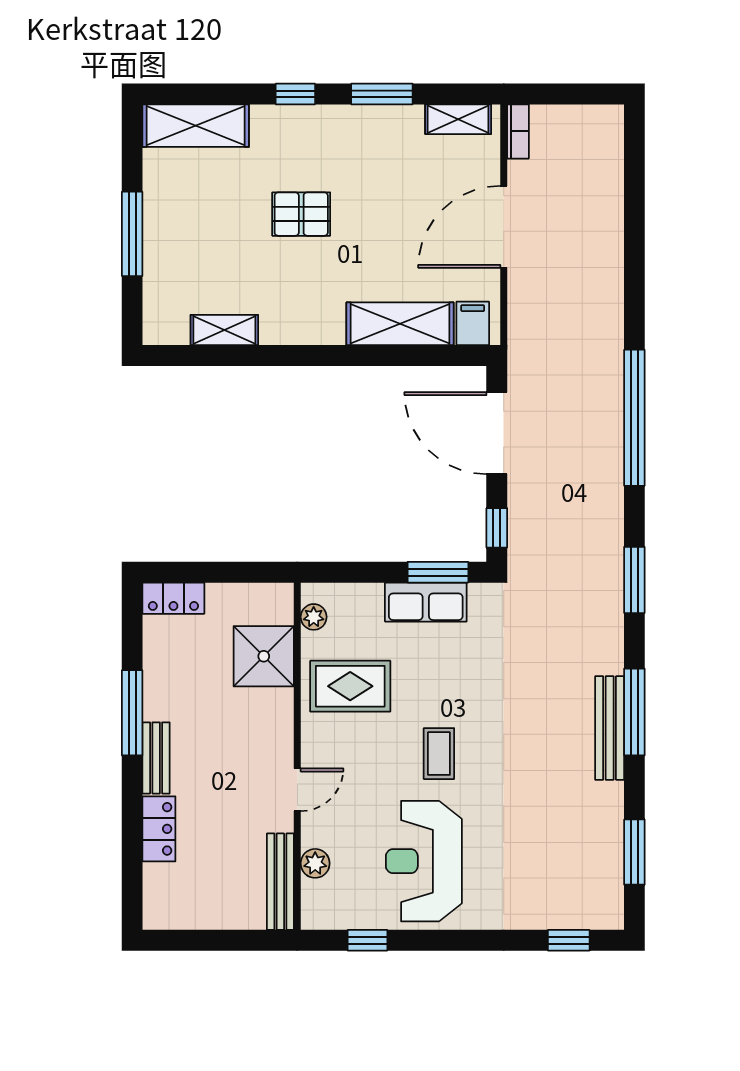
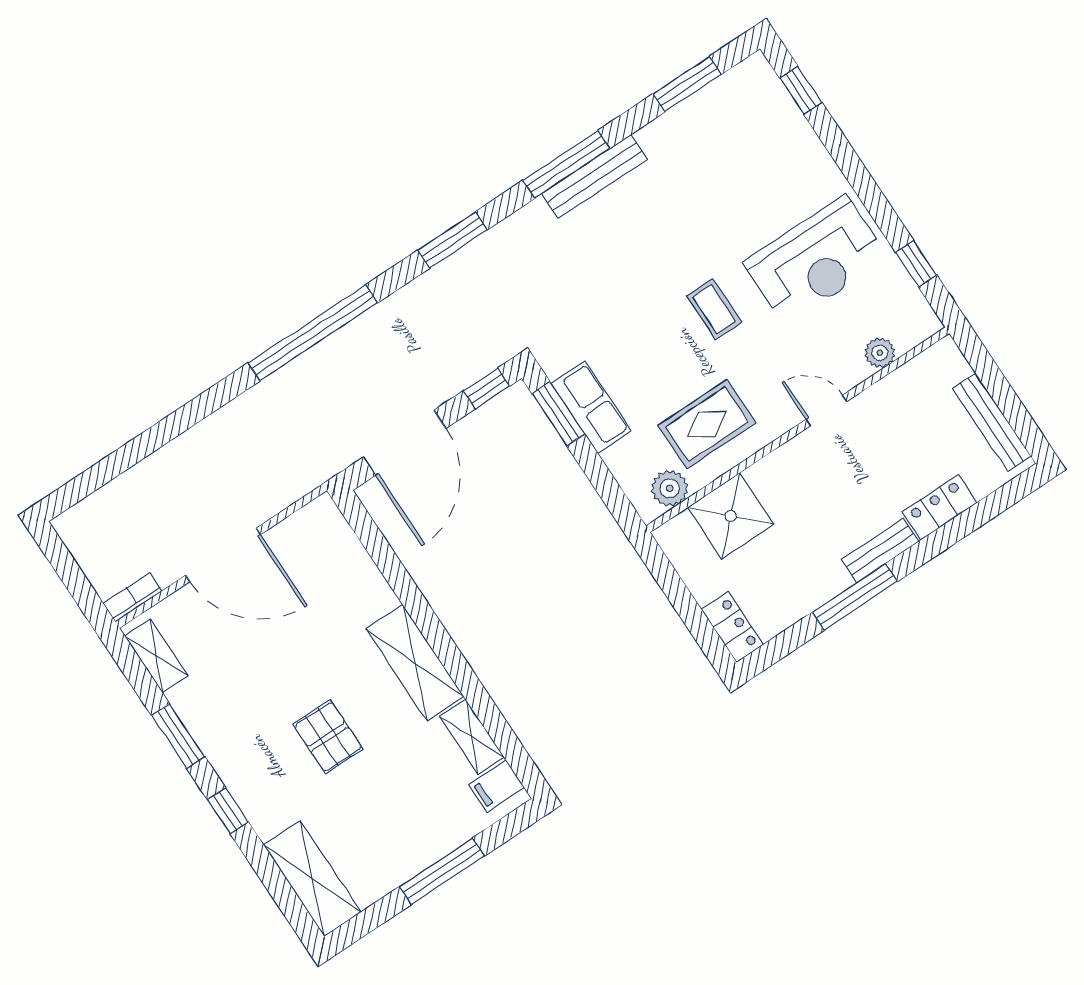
filing cabinet: (473, 323) -> (496, 786), moved
shelving: (400, 324) -> (415, 663), moved
plant: (314, 617) -> (670, 488), width x1.38, depth x1.38
rug: (350, 686) -> (707, 424), turned 90
coffee table: (439, 754) -> (714, 309), turned 90
bench: (280, 882) -> (992, 422), moved, turned 90

